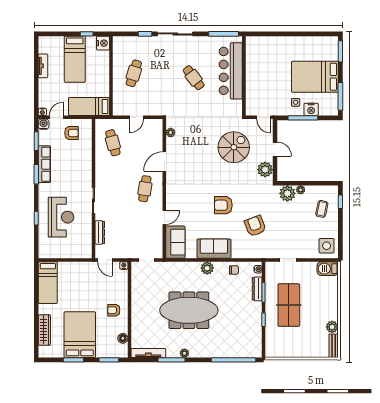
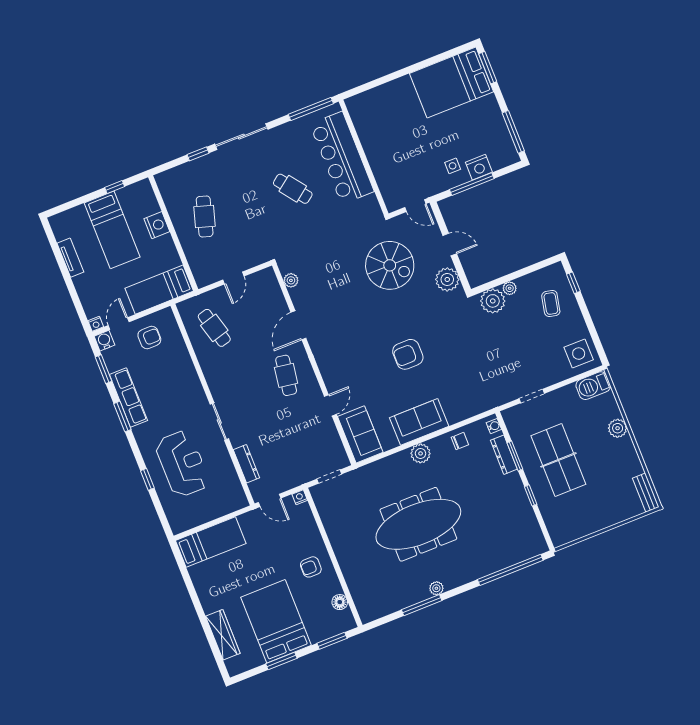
nightstand: (103, 43) -> (157, 225), moved
bed: (315, 77) -> (452, 83), moved
spiral stairs: (234, 147) -> (390, 265), turned 90
armchair: (255, 226) -> (465, 366), removed
bed: (48, 283) -> (211, 542), moved, turned -90
plant: (332, 327) -> (618, 428), moved
tv unit: (148, 353) -> (385, 609), removed

